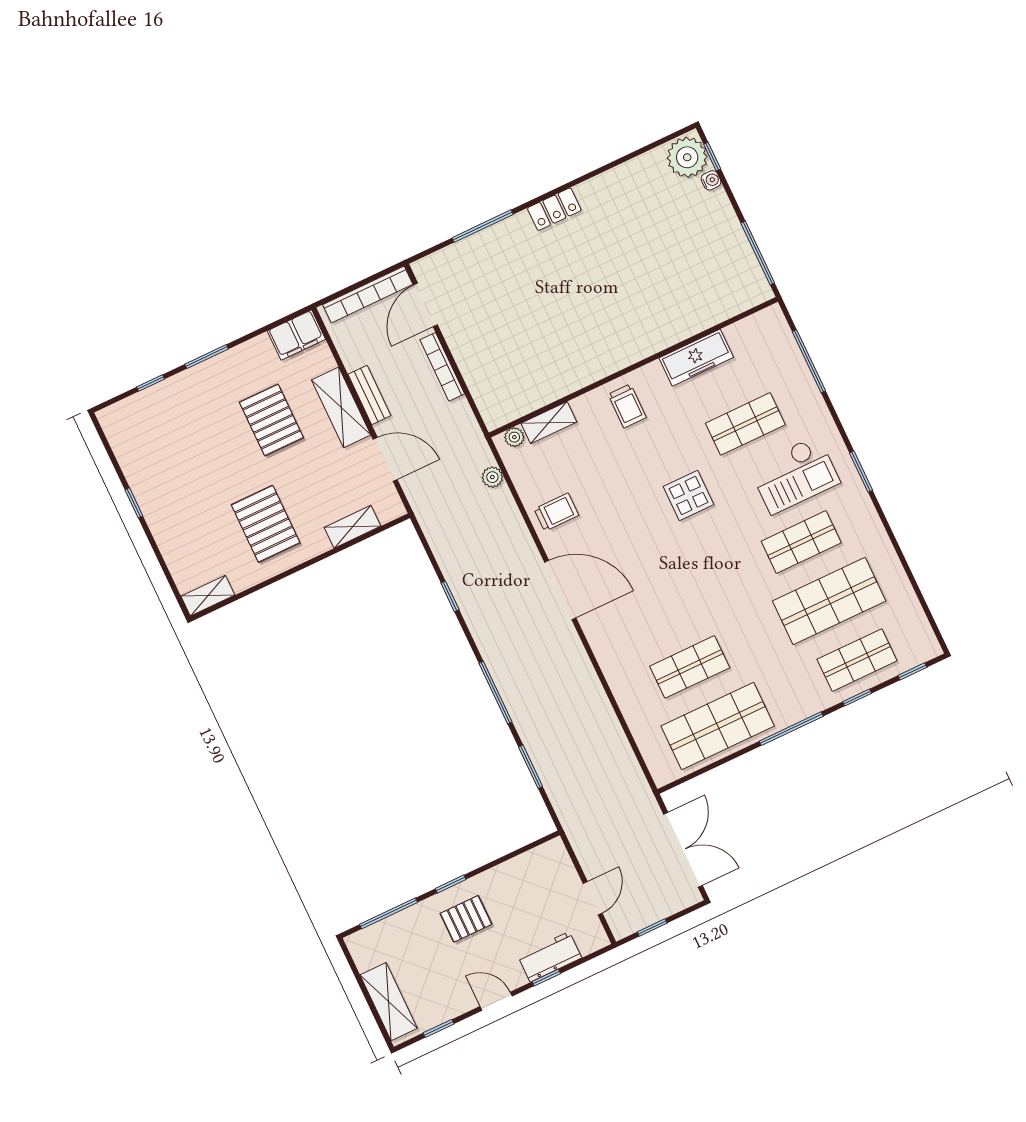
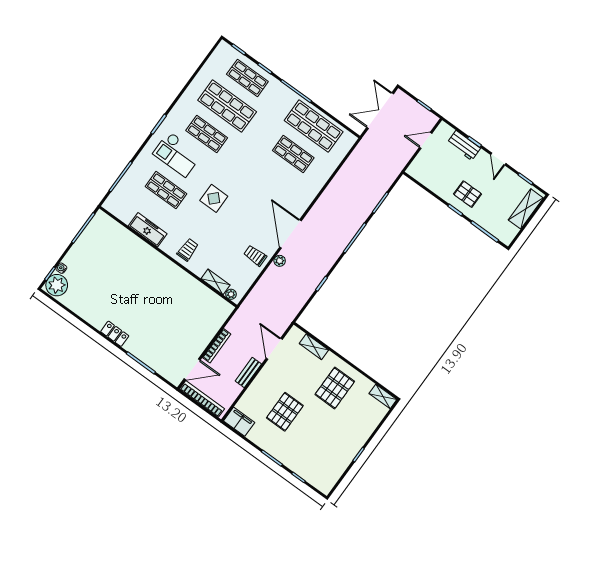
shelving: (341, 407) -> (261, 382), removed
checkout: (794, 475) -> (177, 154), turned 180
plant: (492, 477) -> (280, 261), moved

